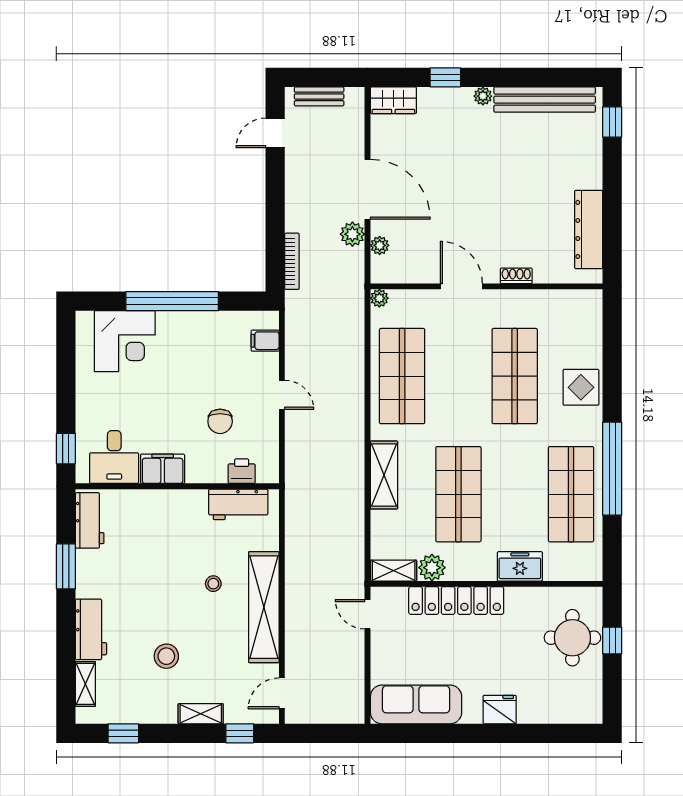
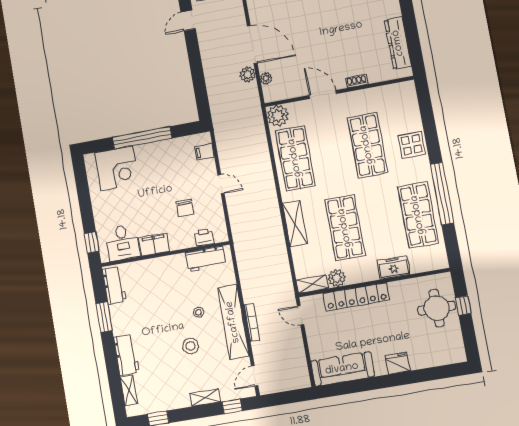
bookcase: (292, 261) -> (252, 322), moved
plant: (379, 298) -> (278, 116), width x1.88, depth x1.88
stool: (166, 656) -> (191, 346), moved

